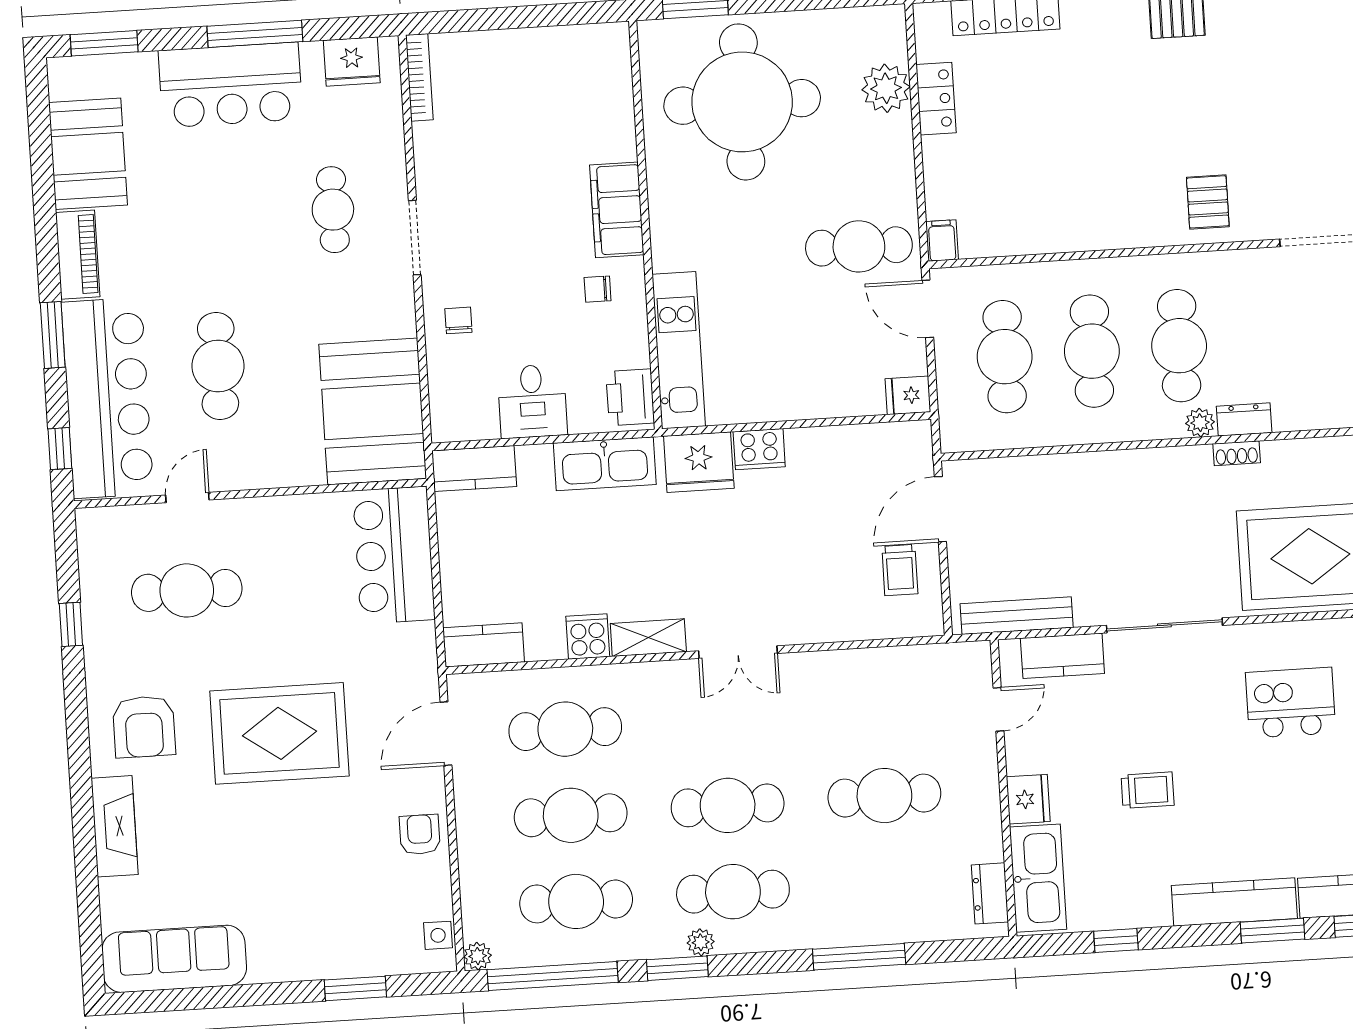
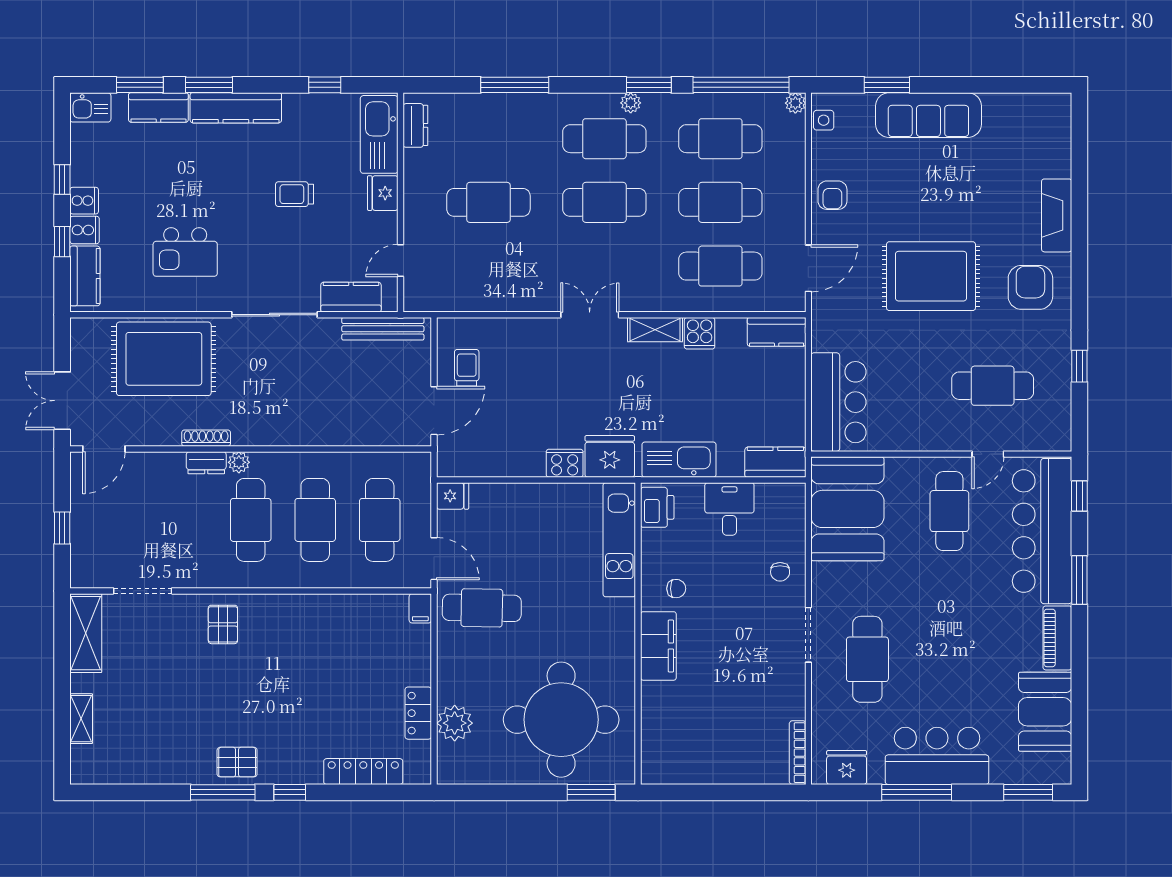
cafe table: (333, 210) -> (867, 659), width x1.37, depth x1.35
cafe table: (218, 366) -> (949, 511), moved
shoe rack: (1237, 453) -> (206, 438), width x1.43
sofa: (174, 959) -> (928, 115), moved

